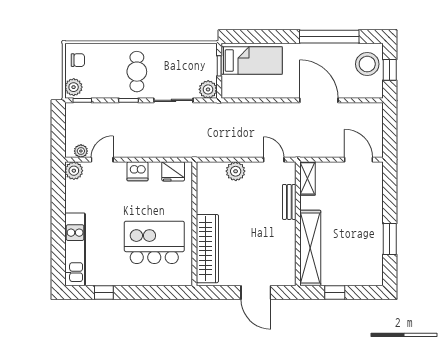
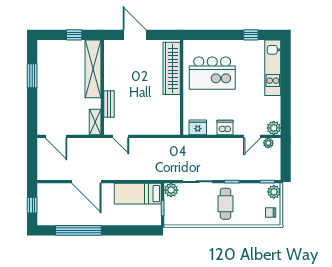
bed: (252, 61) -> (138, 194), moved
stool: (367, 64) -> (49, 209), removed
plant: (236, 171) -> (150, 127), removed

